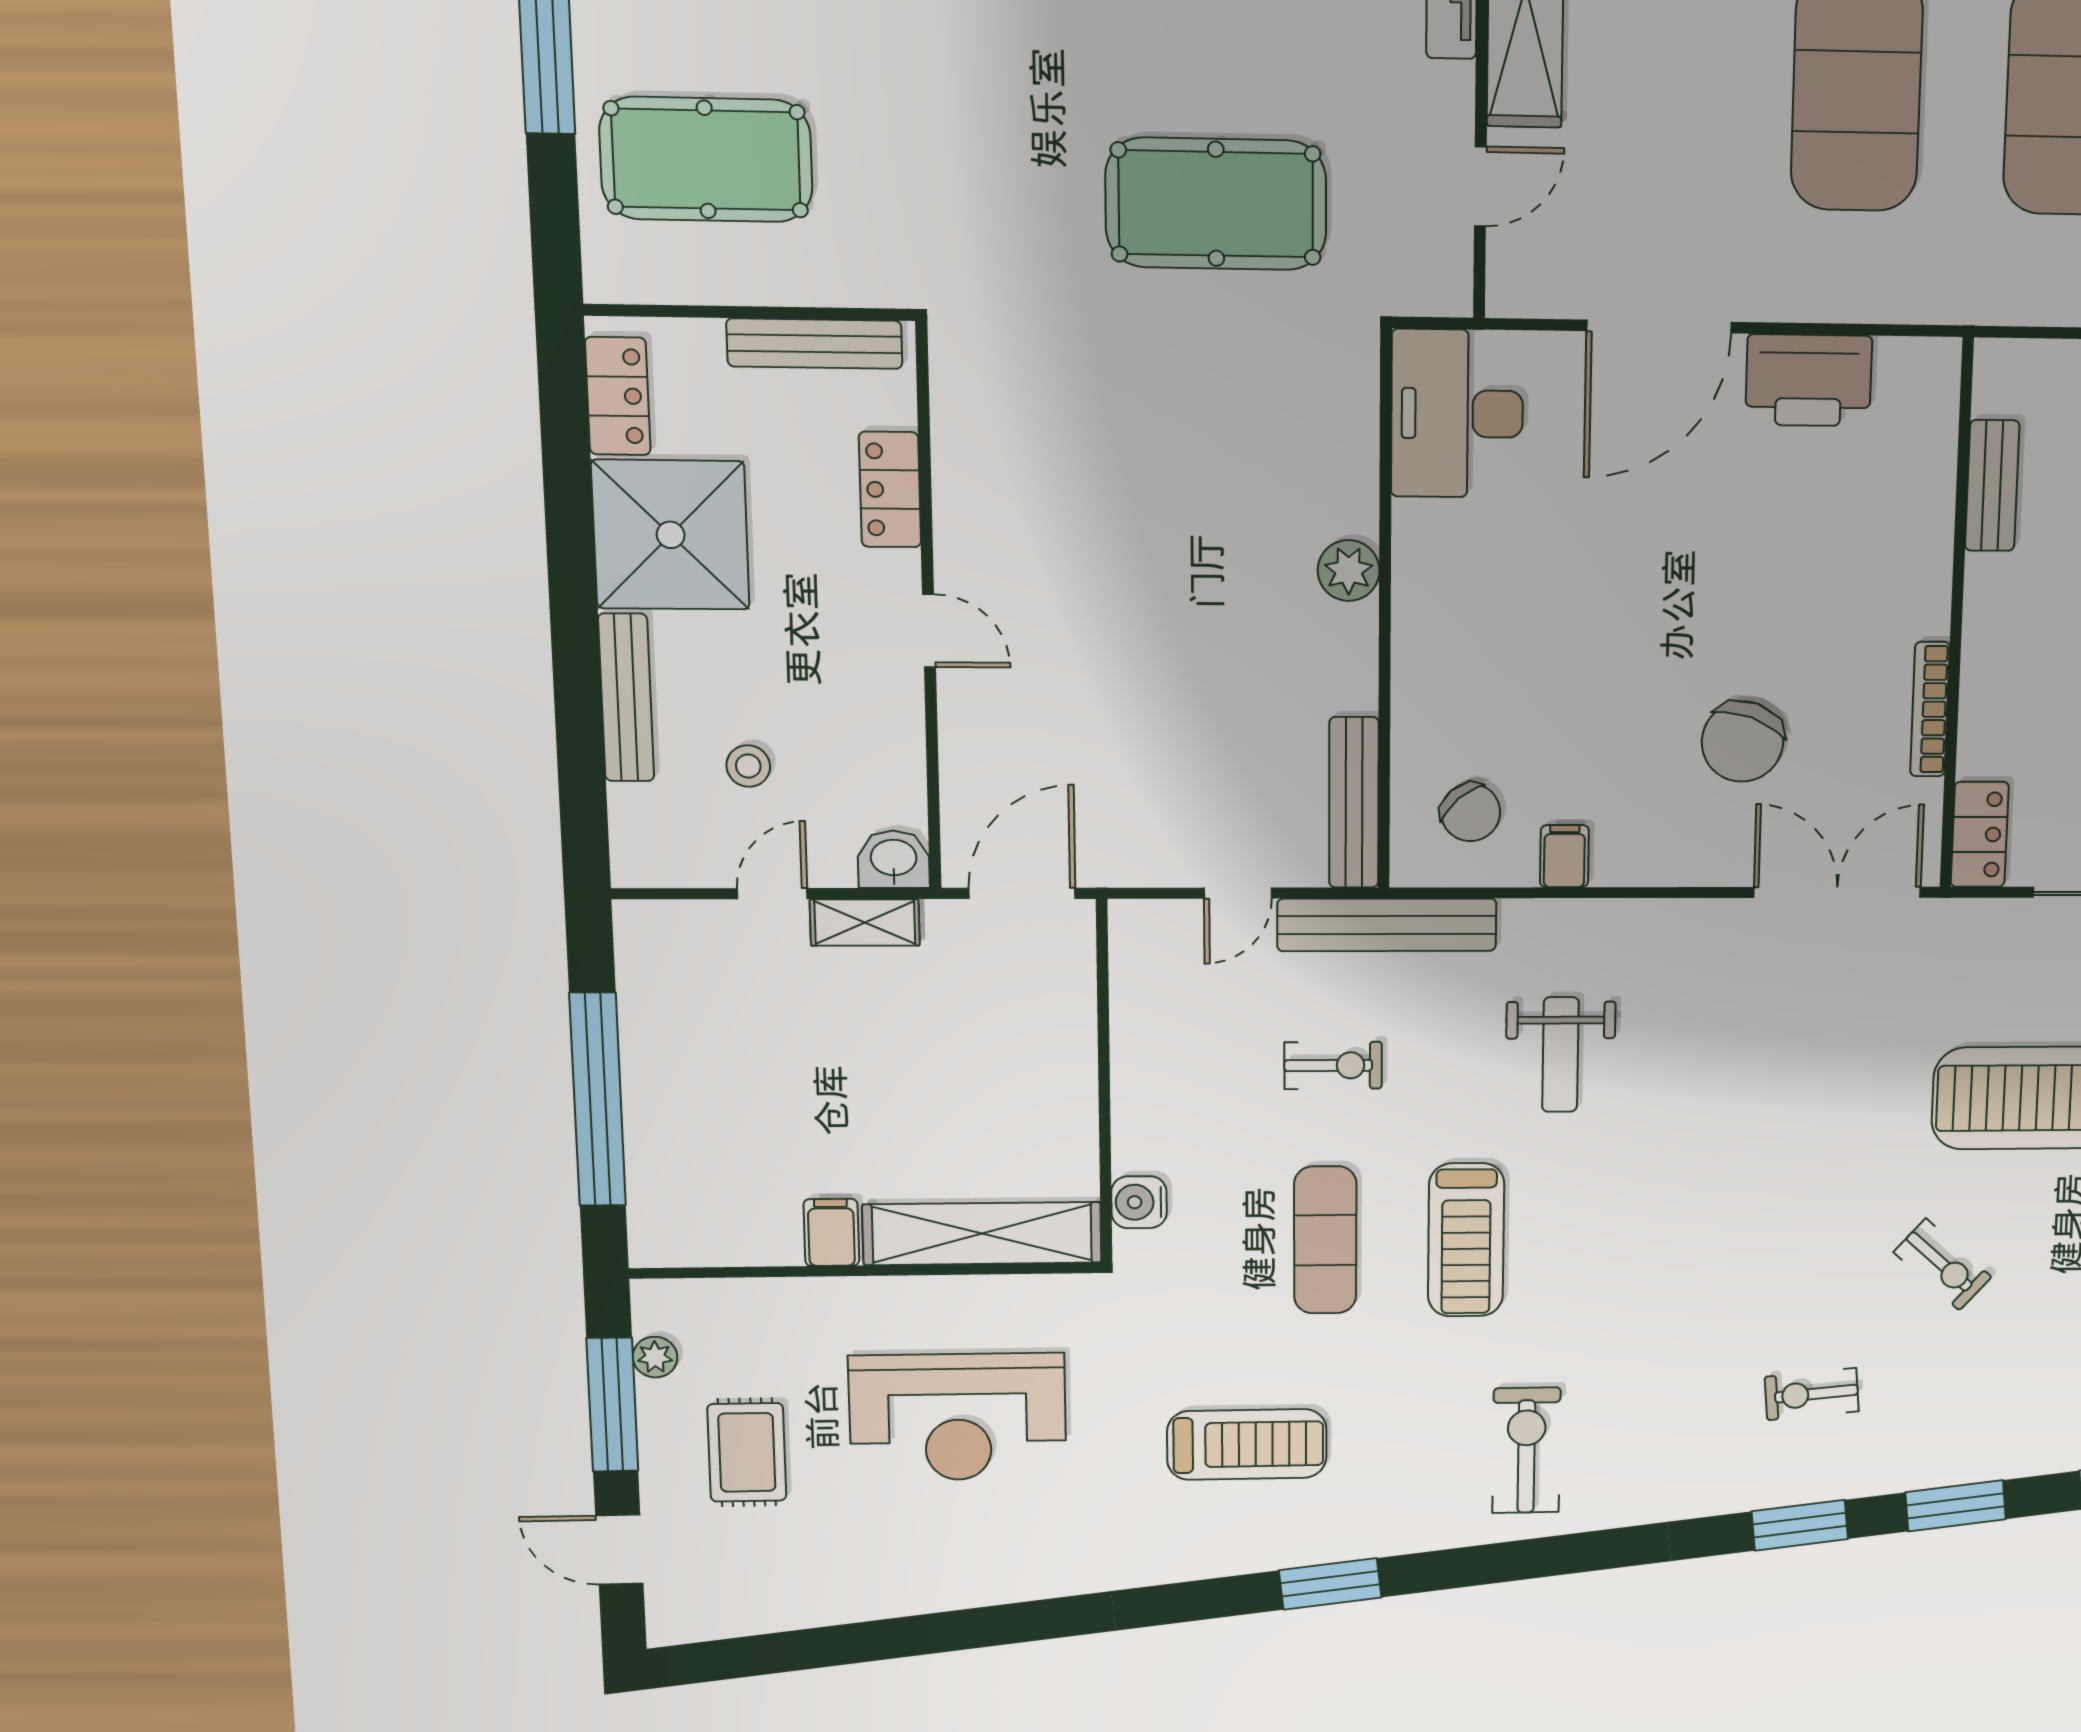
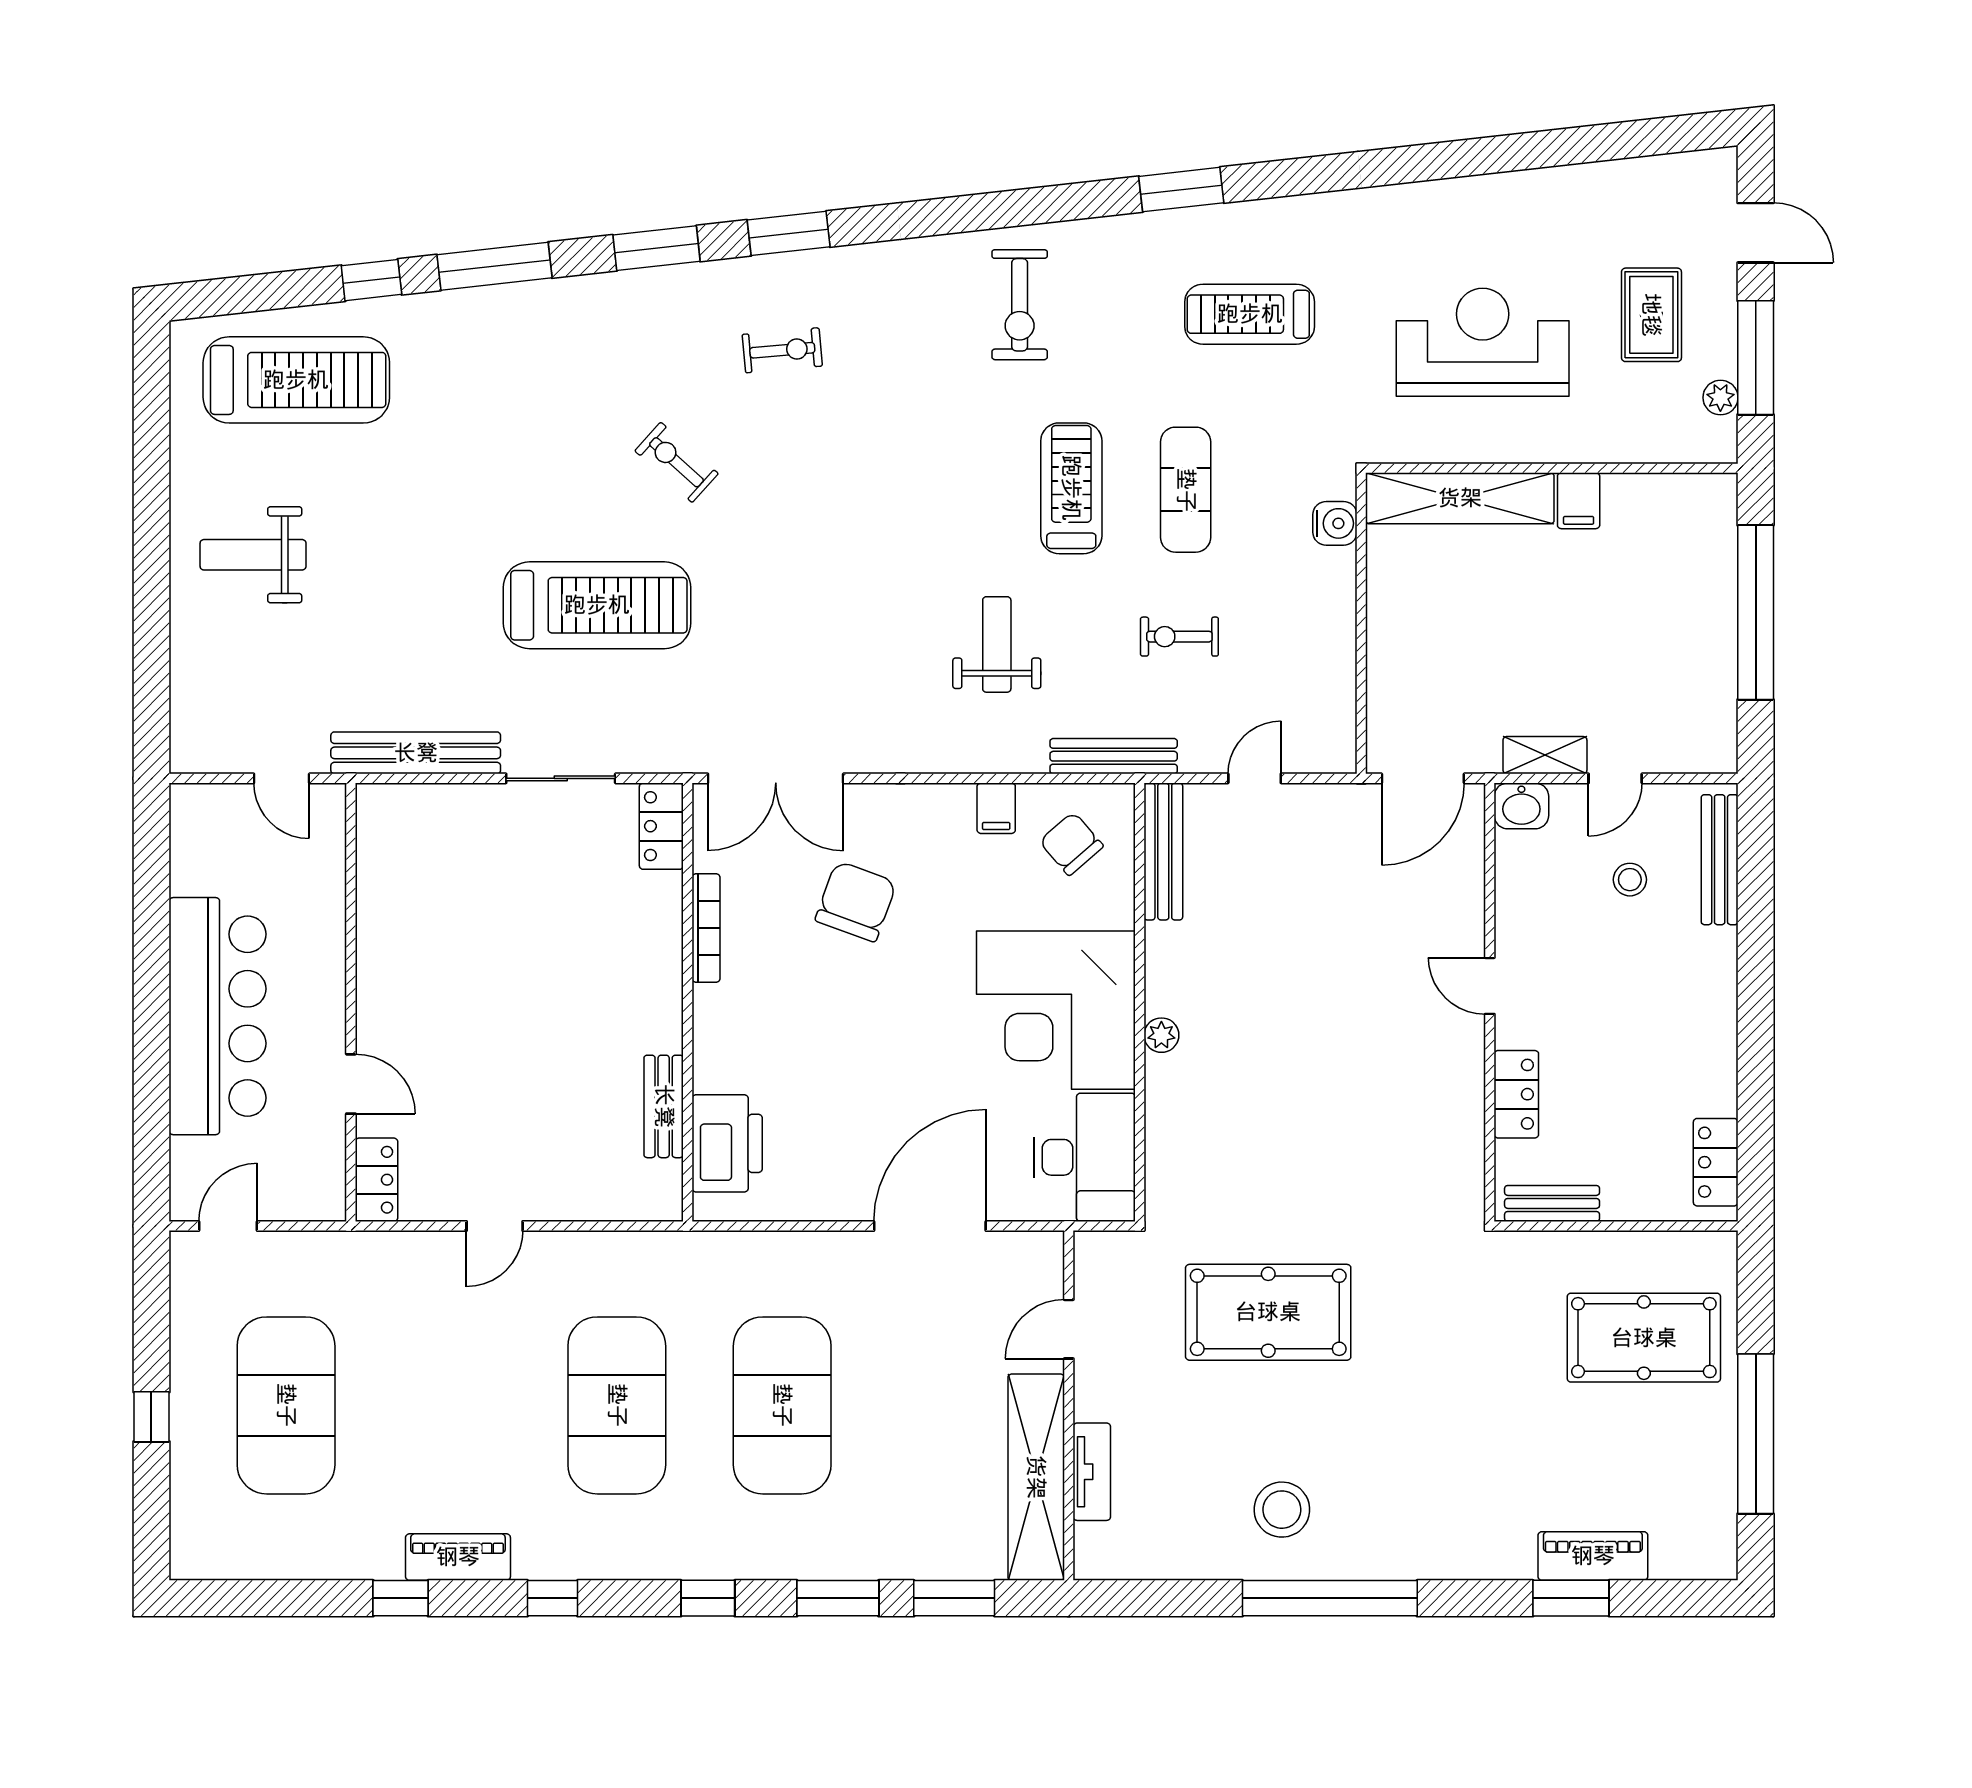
bench: (815, 344) -> (1552, 1203), width x0.73
printer: (1809, 380) -> (727, 1143), moved, turned 90
shower: (671, 535) -> (1681, 1058), removed
plant: (1349, 571) -> (1161, 1035), width x0.73, depth x0.73
corner desk: (1492, 604) -> (1056, 1010), added
bench: (626, 698) -> (1720, 860), moved
bench: (1387, 925) -> (1114, 756), width x0.73, depth x0.82

